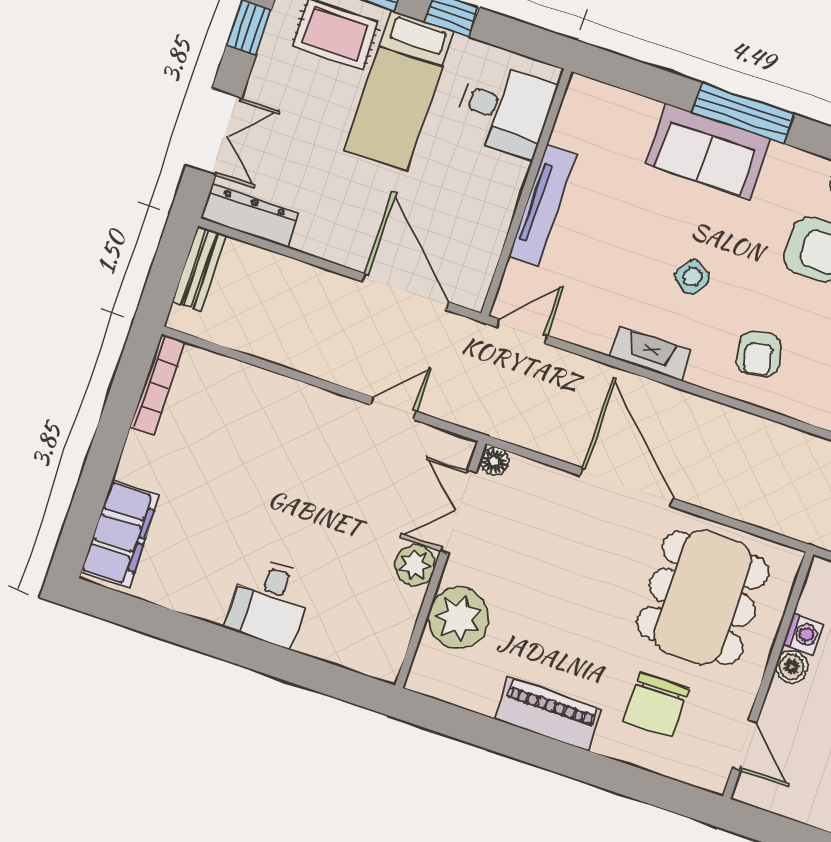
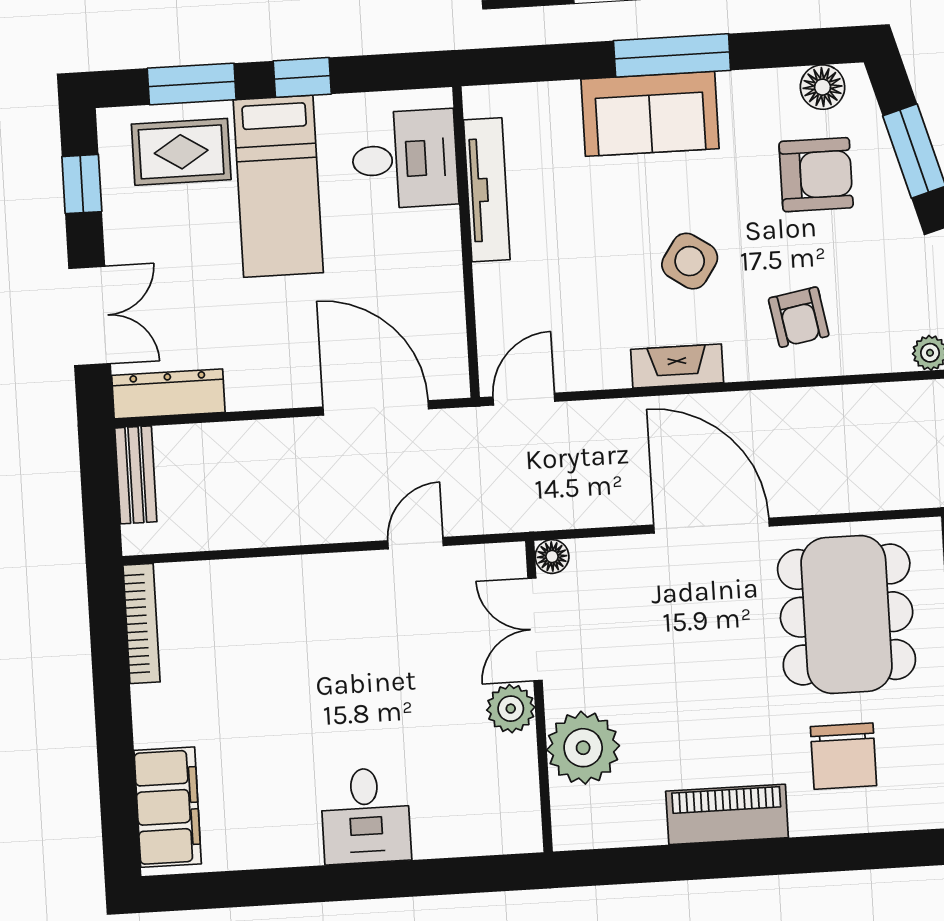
tv unit: (543, 205) -> (487, 190), moved
side table: (692, 277) -> (690, 261), width x1.37, depth x1.37

